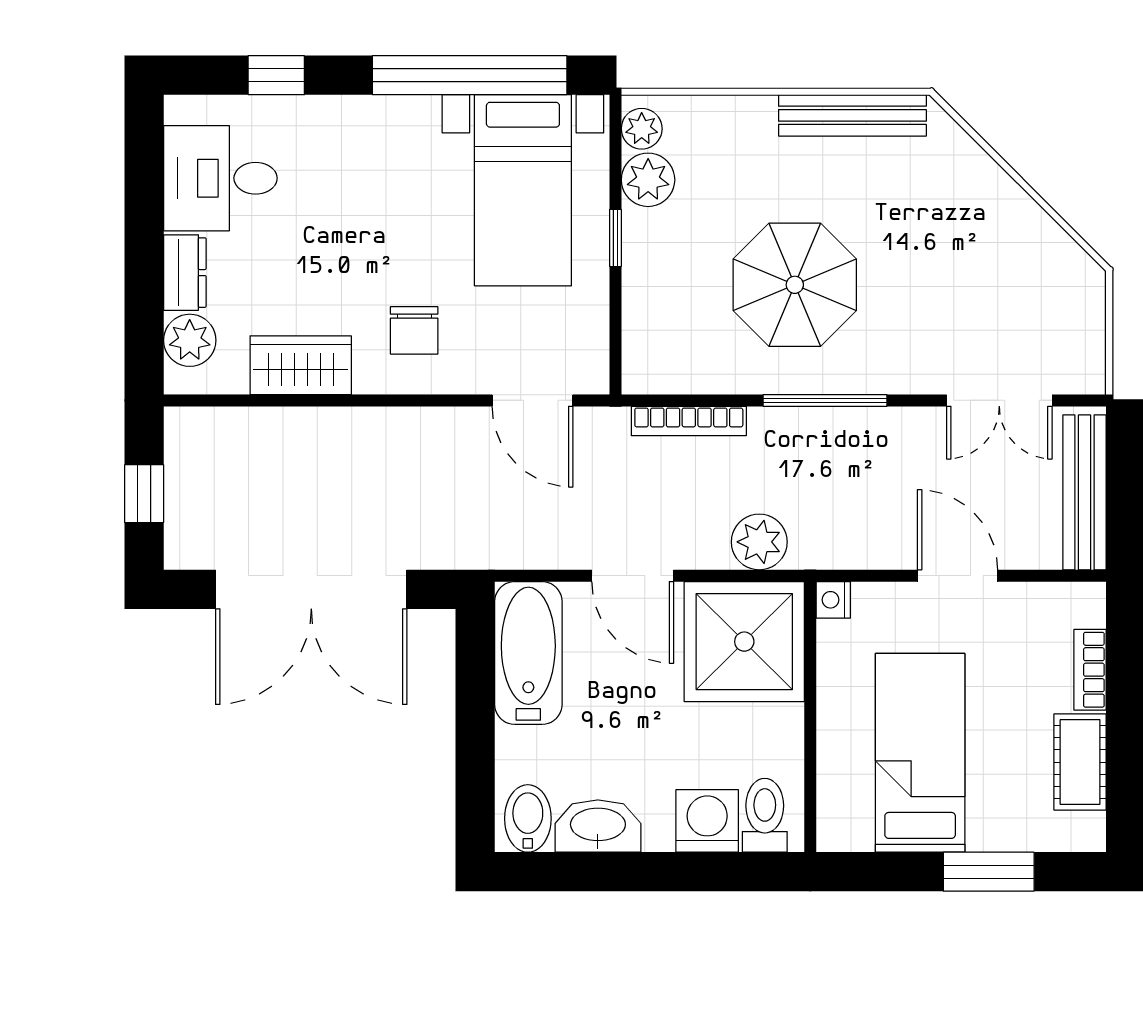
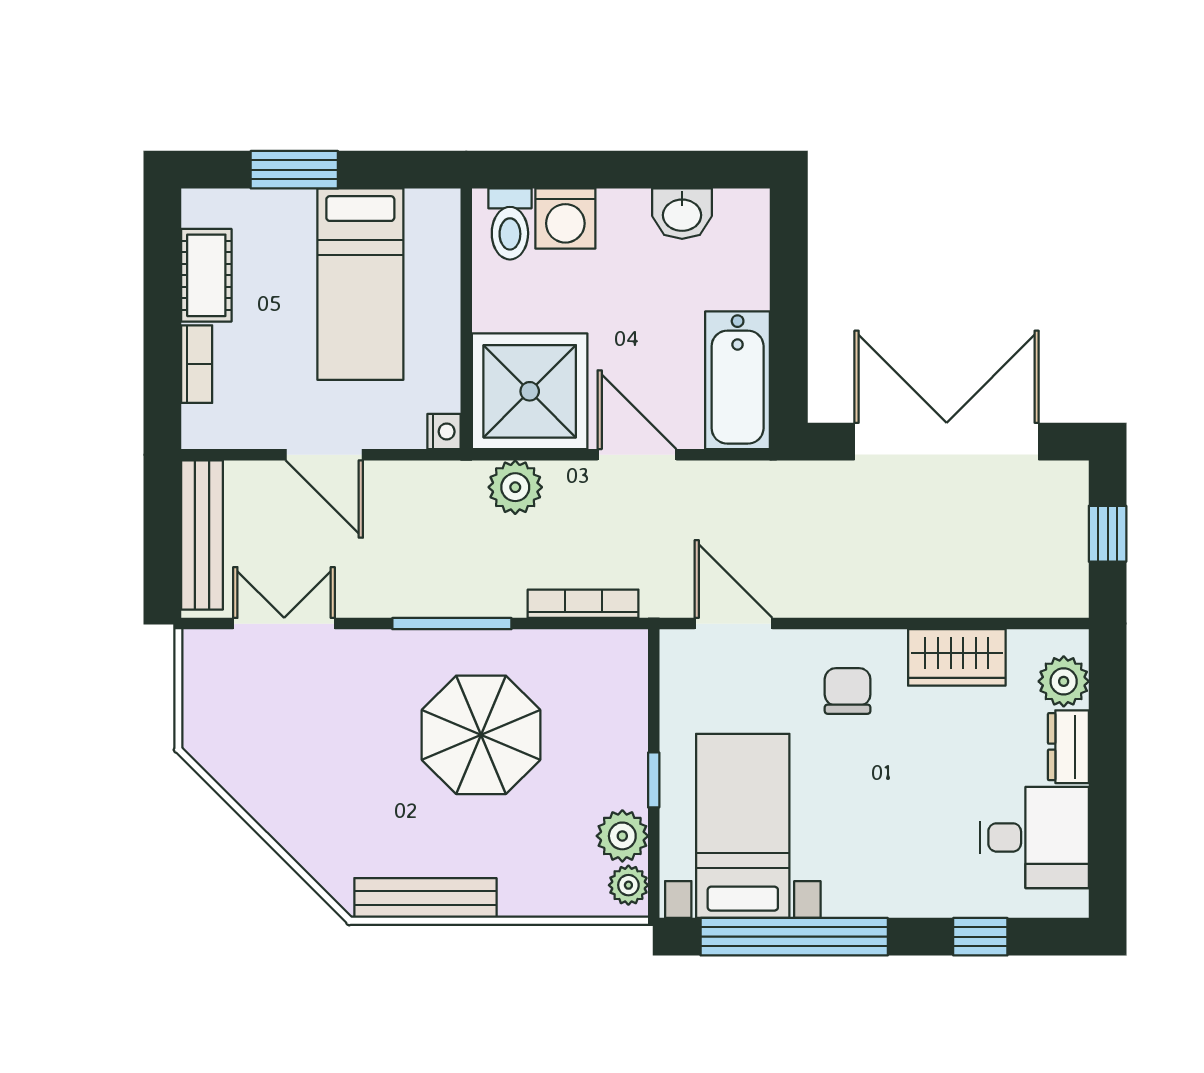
bidet: (528, 818) -> (738, 221), removed
washbasin: (598, 826) -> (682, 214), width x0.72

